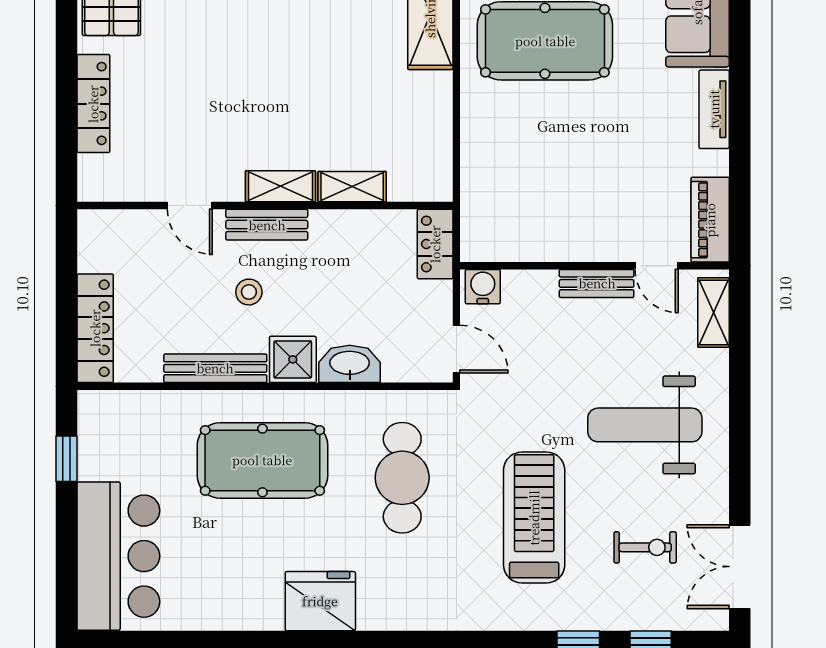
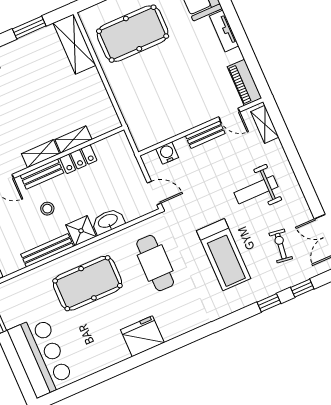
locker: (435, 244) -> (78, 159), moved, turned -90
water cooler: (483, 287) -> (167, 153), moved
weight bench: (645, 425) -> (256, 190), width x0.73, depth x0.75
treadmill: (534, 518) -> (224, 255), turned 180
exercise bike: (645, 547) -> (281, 246), turned -82

